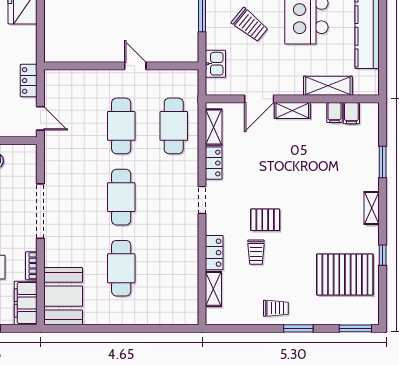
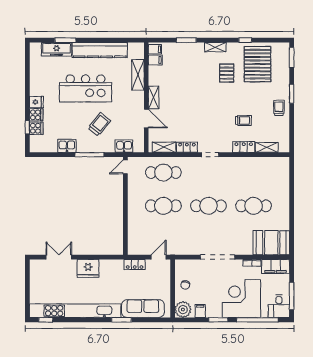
door: (135, 66) -> (125, 167), moved
filing cabinet: (334, 113) -> (155, 49), moved
pallet: (265, 220) -> (227, 73), moved

